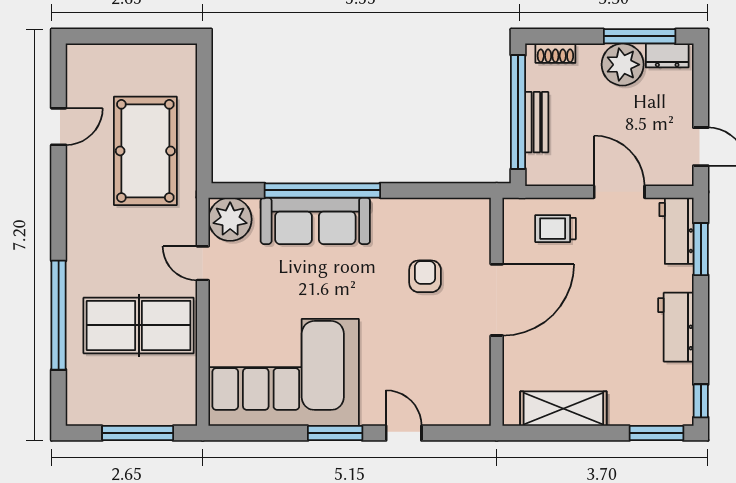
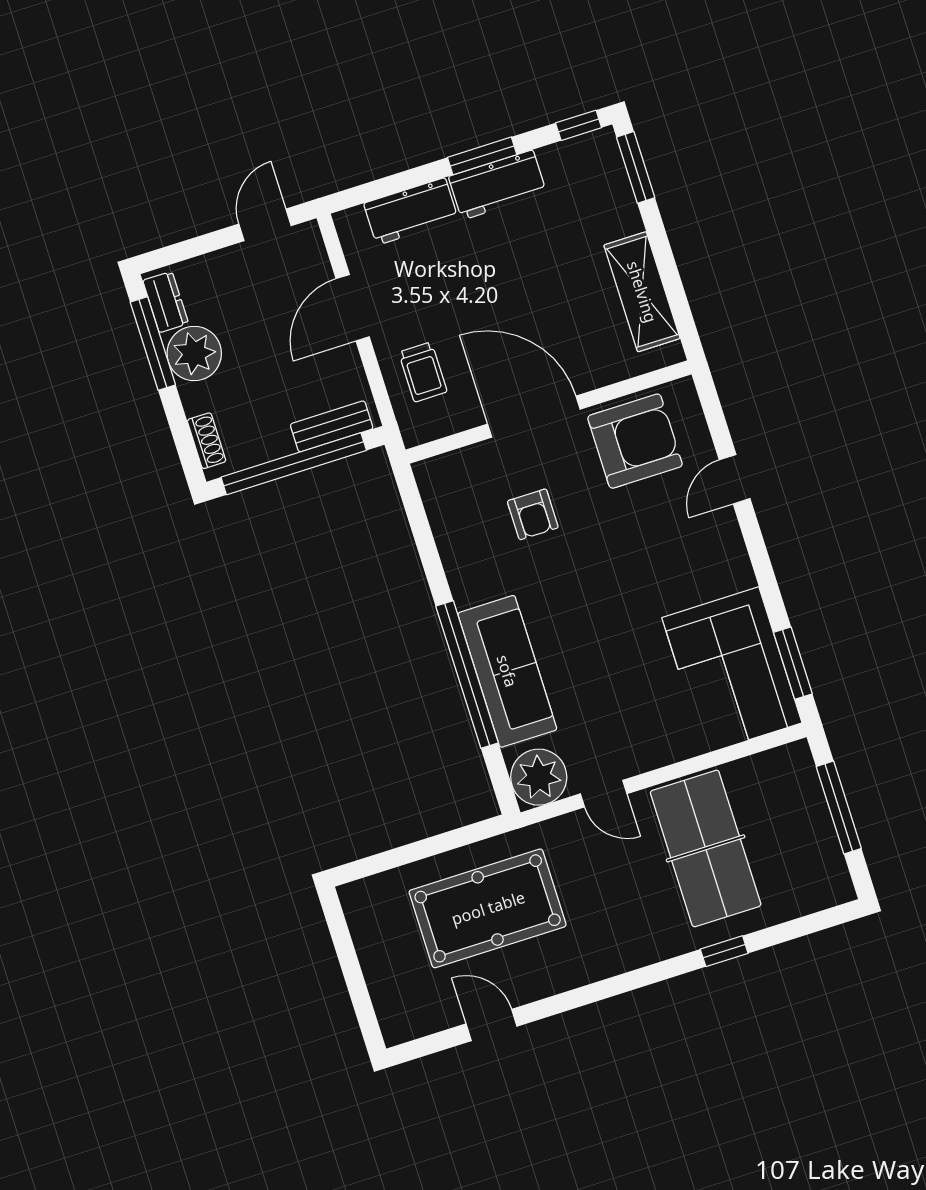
bench: (537, 122) -> (332, 426), moved
workbench: (676, 231) -> (411, 211), moved
window: (701, 249) -> (482, 156), moved
door: (203, 263) -> (604, 794), hinge flipped
armchair: (425, 276) -> (533, 514), turned -90
window: (59, 315) -> (724, 951), width x0.32
armchair: (455, 369) -> (635, 441), added
corner sofa: (284, 372) -> (732, 670), width x0.73, depth x0.74
window: (335, 433) -> (793, 663), moved

